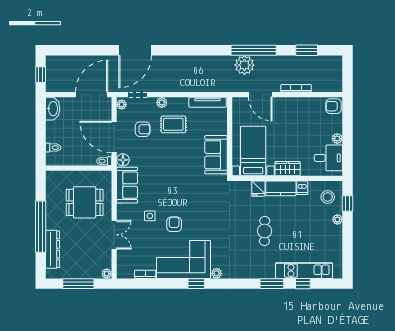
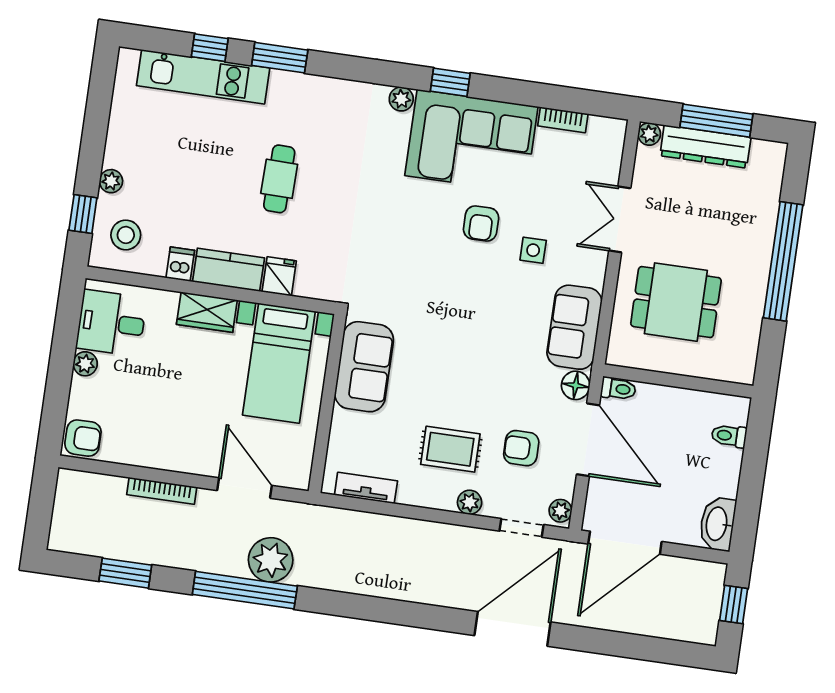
tv unit: (208, 102) -> (366, 488), width x0.71
dresser: (53, 249) -> (705, 147), moved, turned -90

